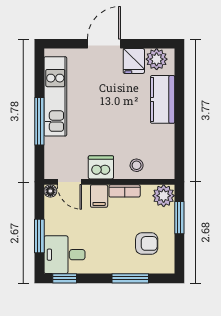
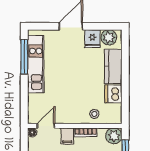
window: (39, 121) -> (24, 57), moved
dishwasher: (101, 167) -> (113, 94), moved, turned -90
door: (69, 182) -> (46, 126), swing flipped

